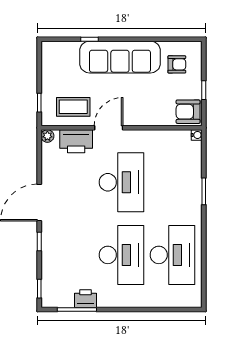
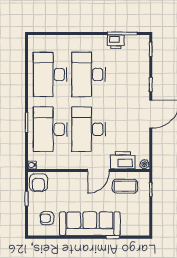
armchair: (188, 112) -> (38, 183), turned 90
desk: (172, 182) -> (50, 129), added

